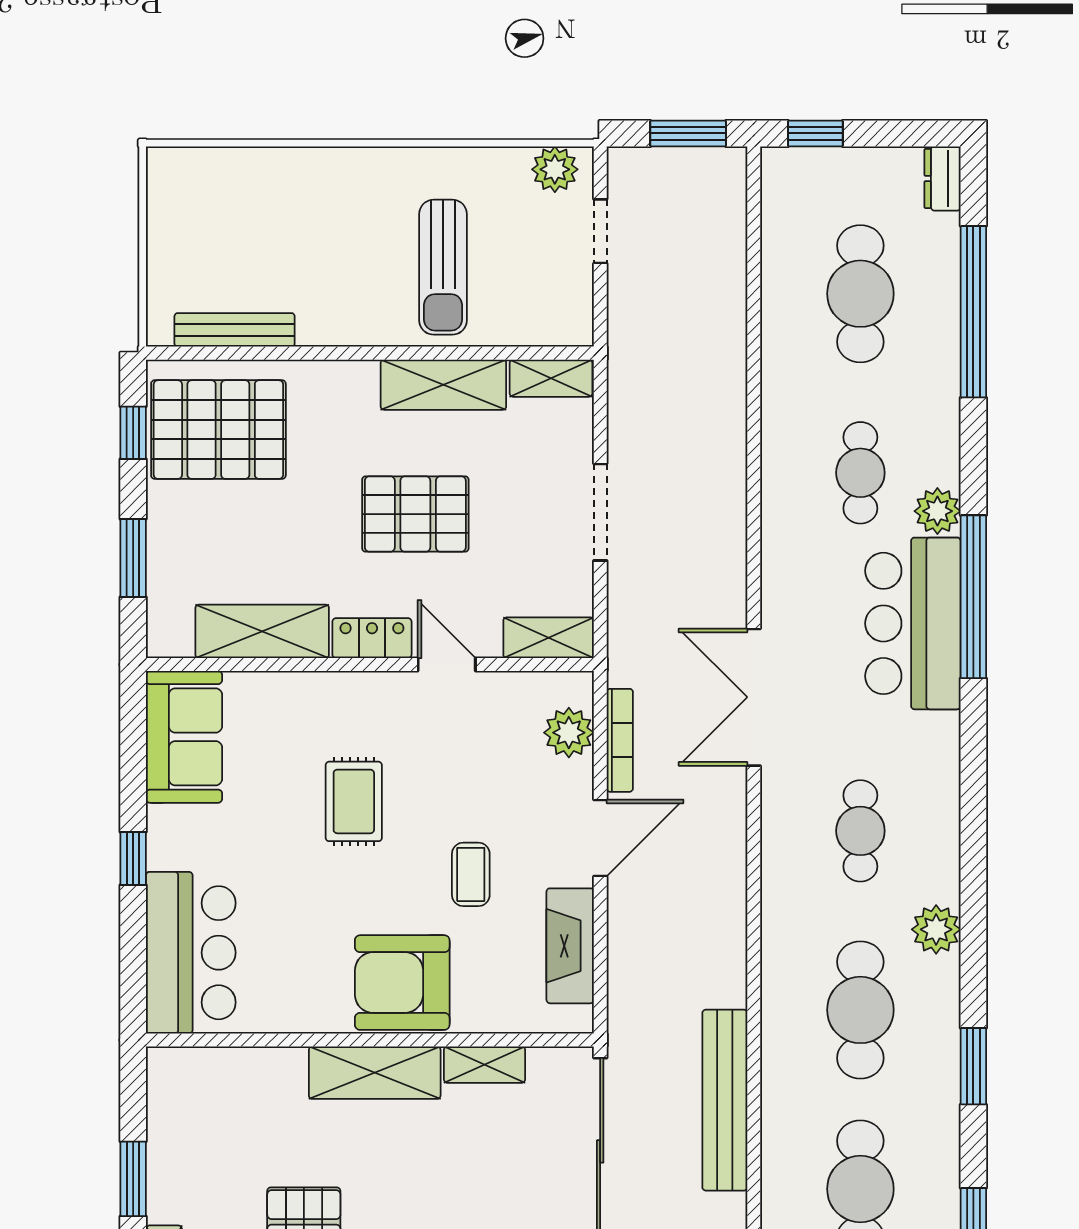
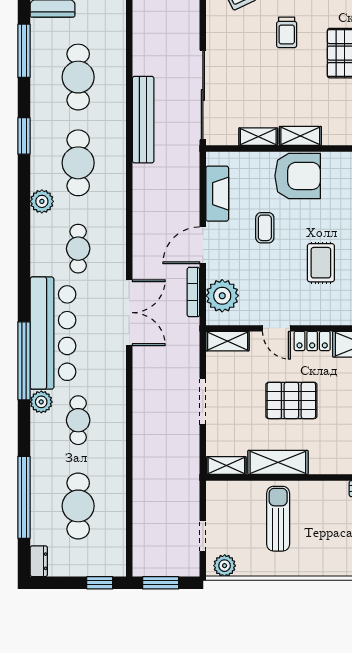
bar counter: (913, 623) -> (53, 333), width x1.36
plant: (569, 733) -> (222, 296), width x1.36, depth x1.36
shelving: (375, 1073) -> (300, 136), width x0.67, depth x0.75

